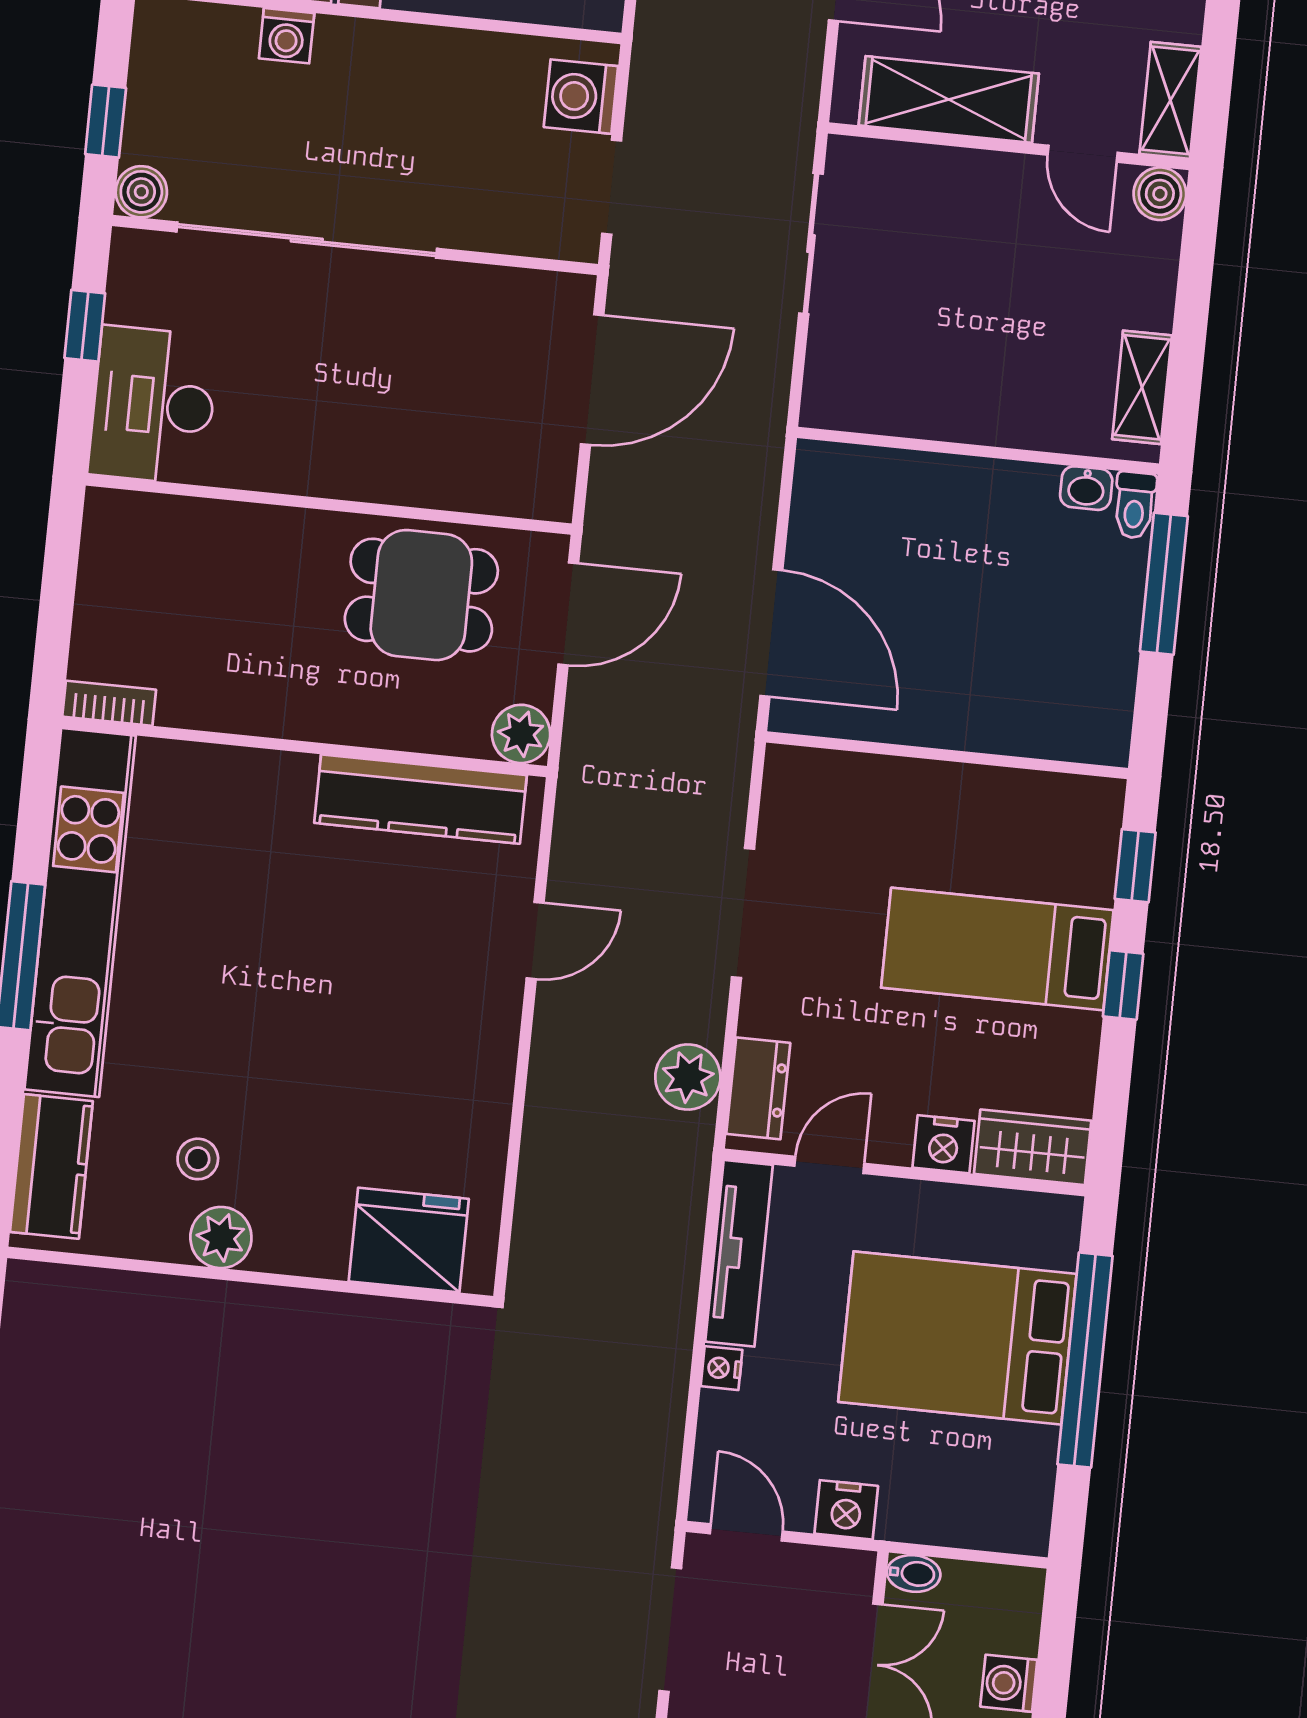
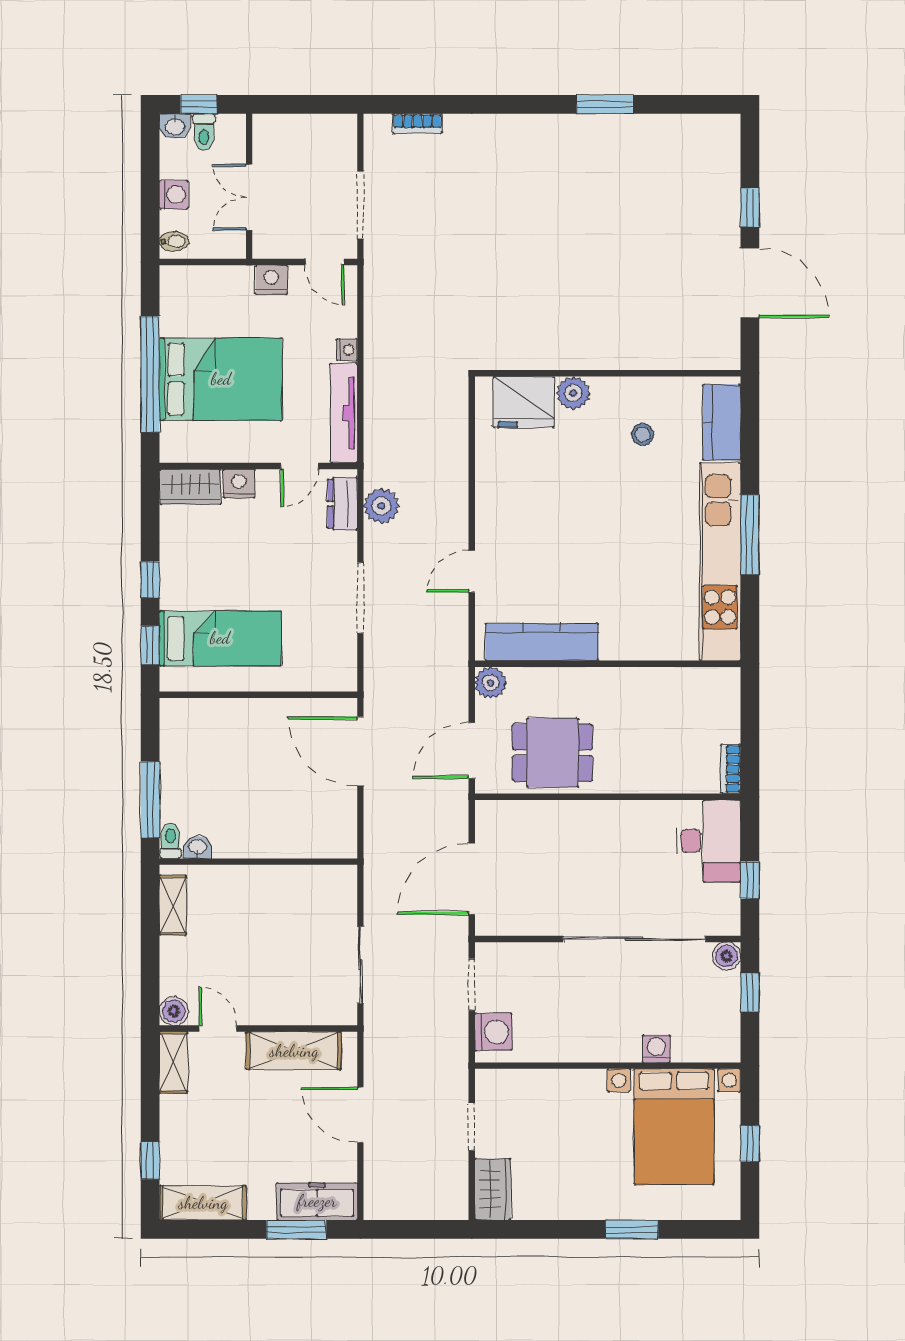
bookcase: (109, 703) -> (731, 769), moved, turned 90
bed: (997, 949) -> (220, 638), moved
plant: (221, 1238) -> (573, 393), moved
bidet: (914, 1573) -> (174, 241), moved, turned 180

